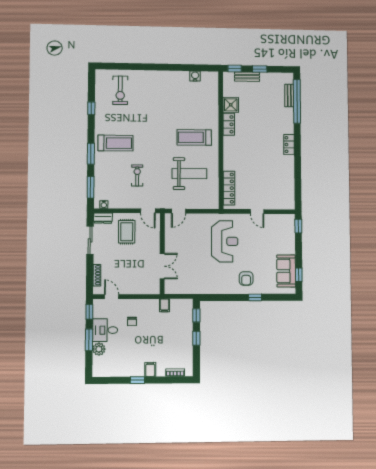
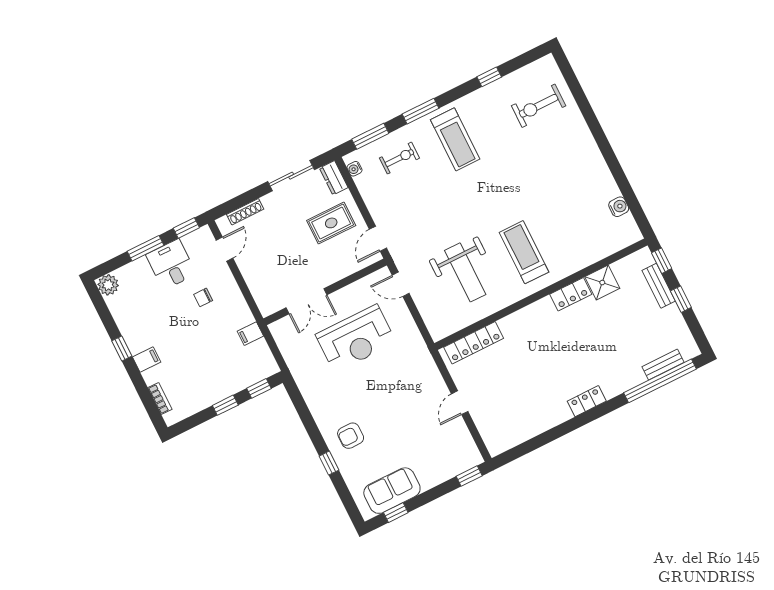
exercise bike: (137, 175) -> (399, 158), moved
reception desk: (225, 241) -> (356, 339), moved
plant: (99, 349) -> (108, 285), moved

